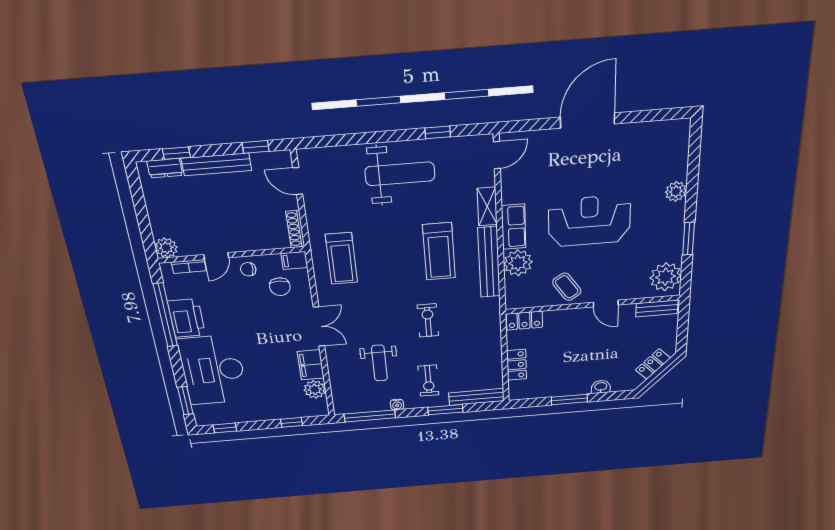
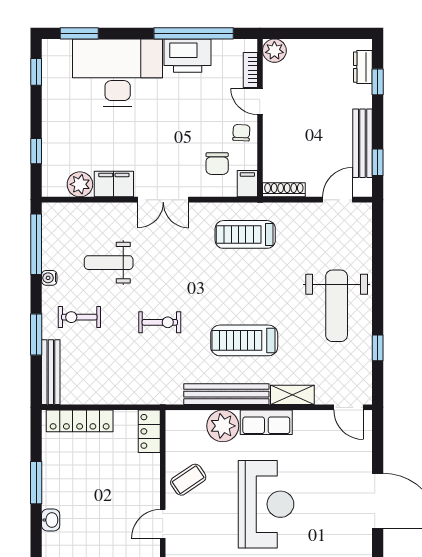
bench: (216, 164) -> (363, 143), moved
chair: (280, 287) -> (217, 164), turned -90
locker: (517, 365) -> (80, 421), width x1.53

